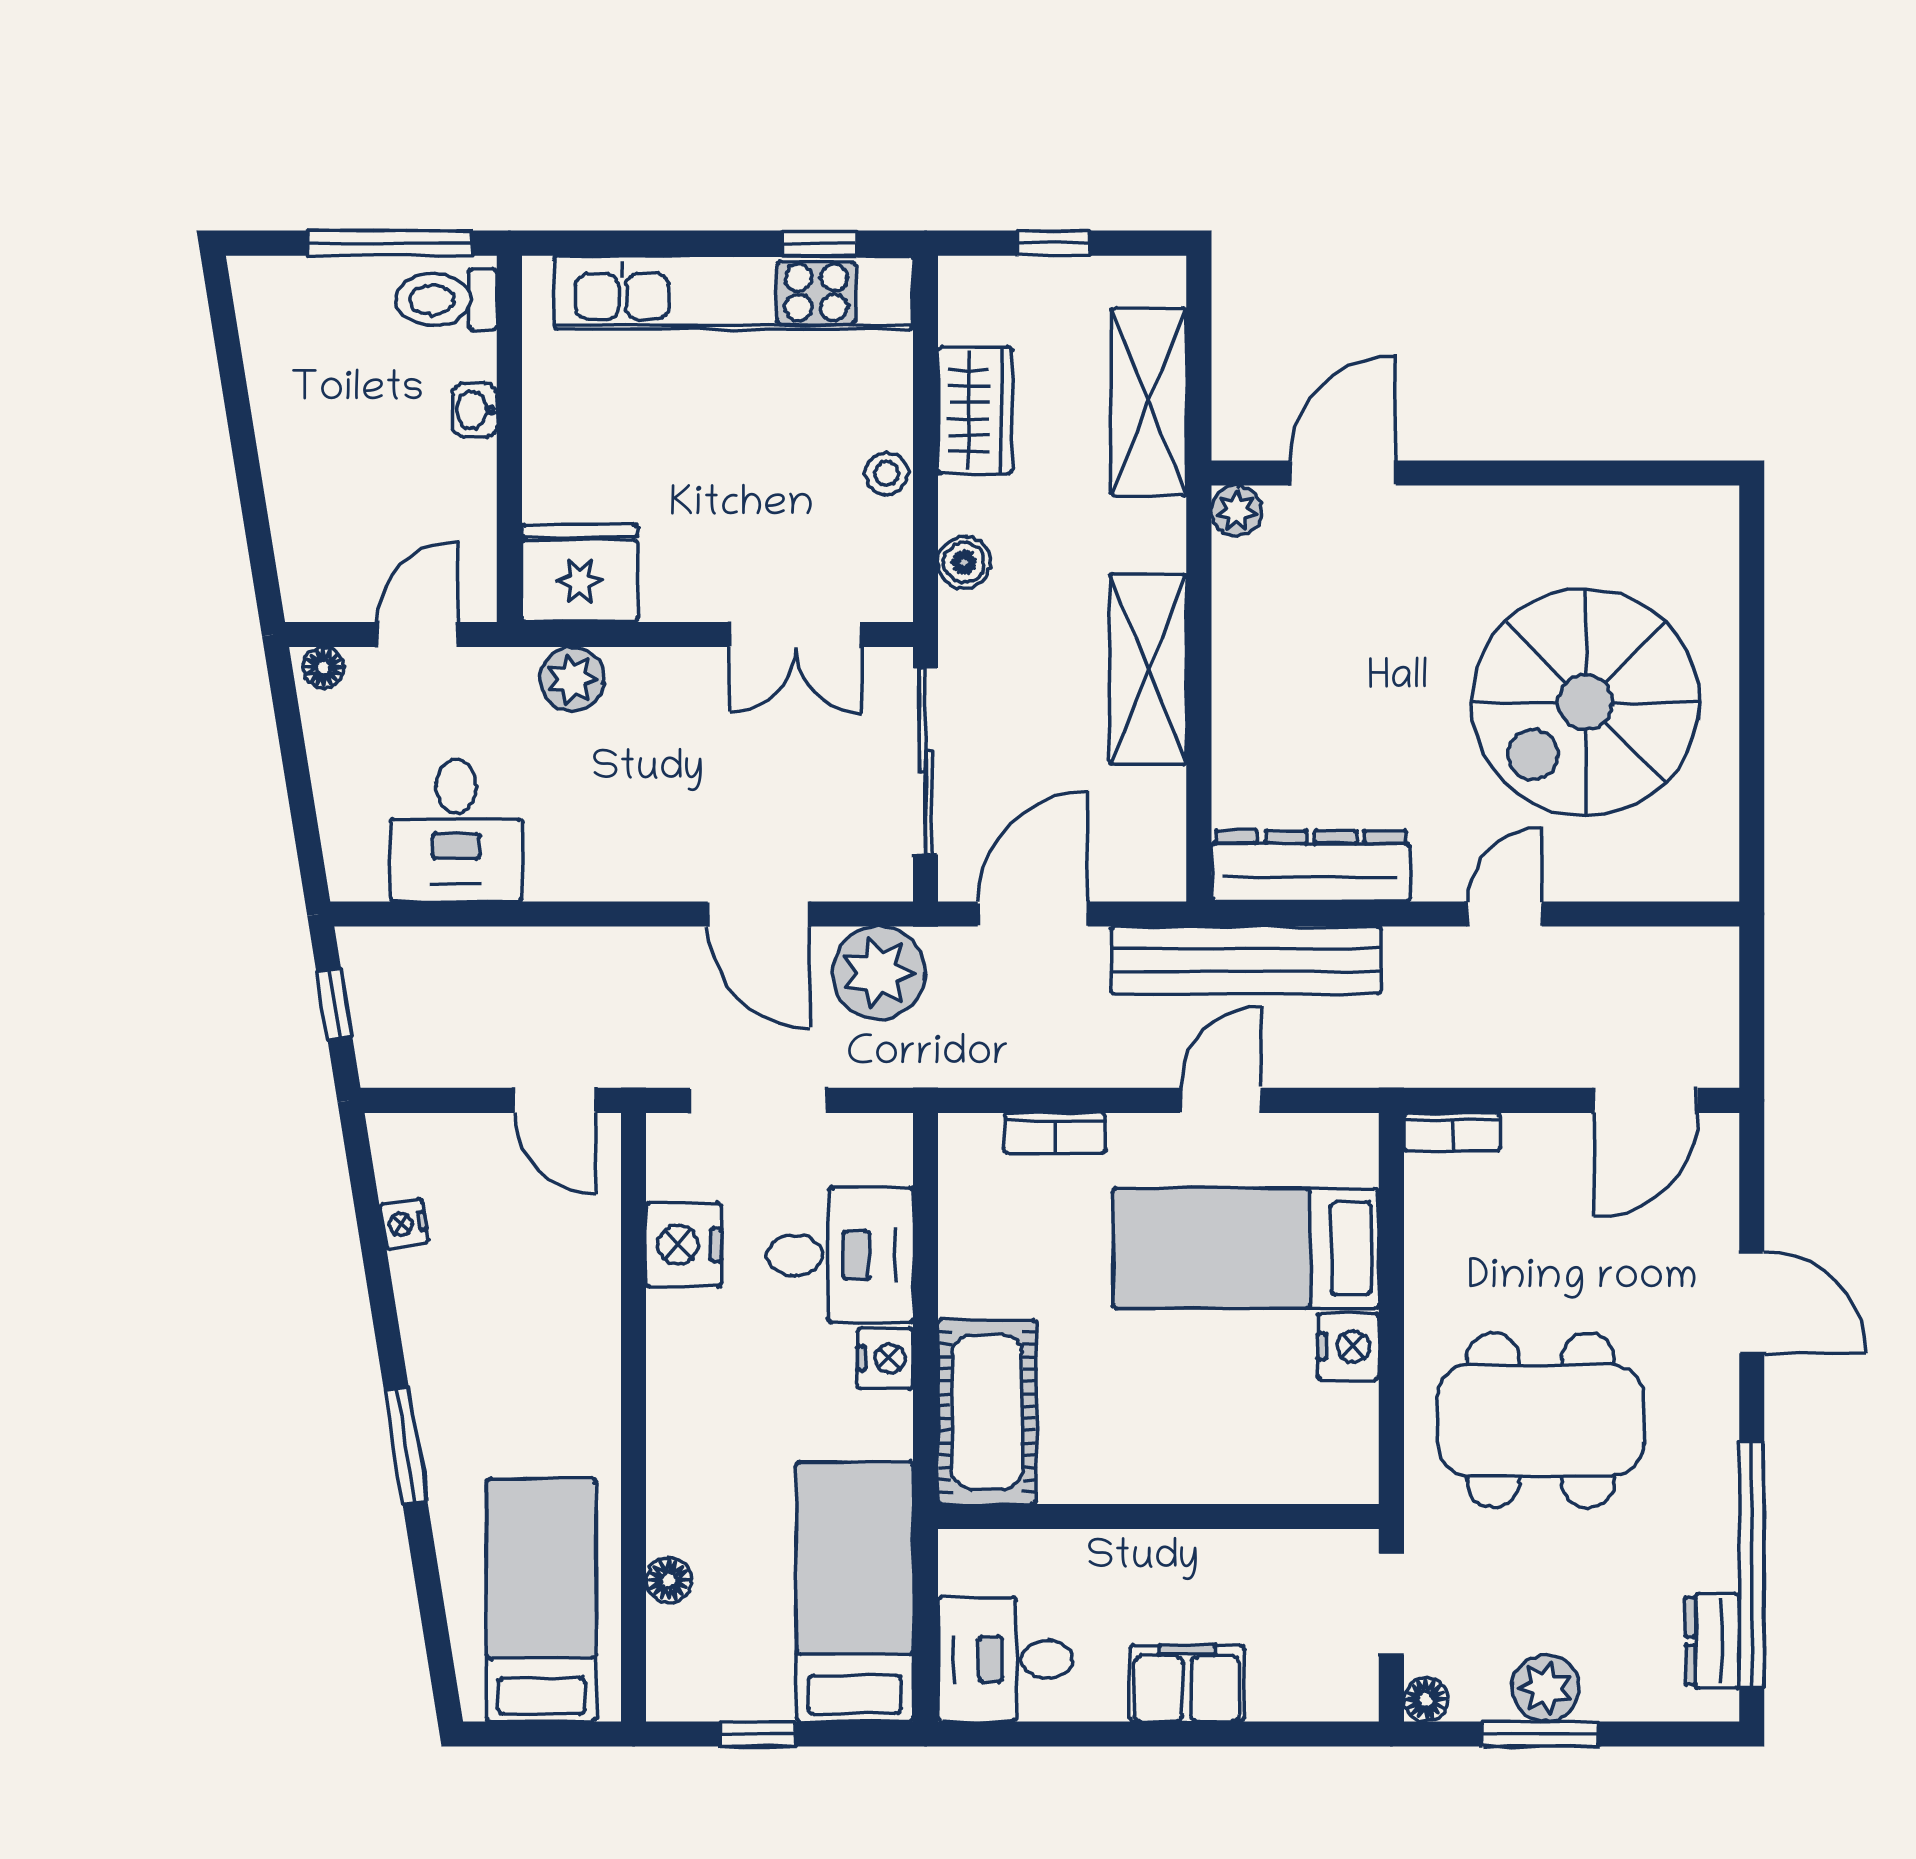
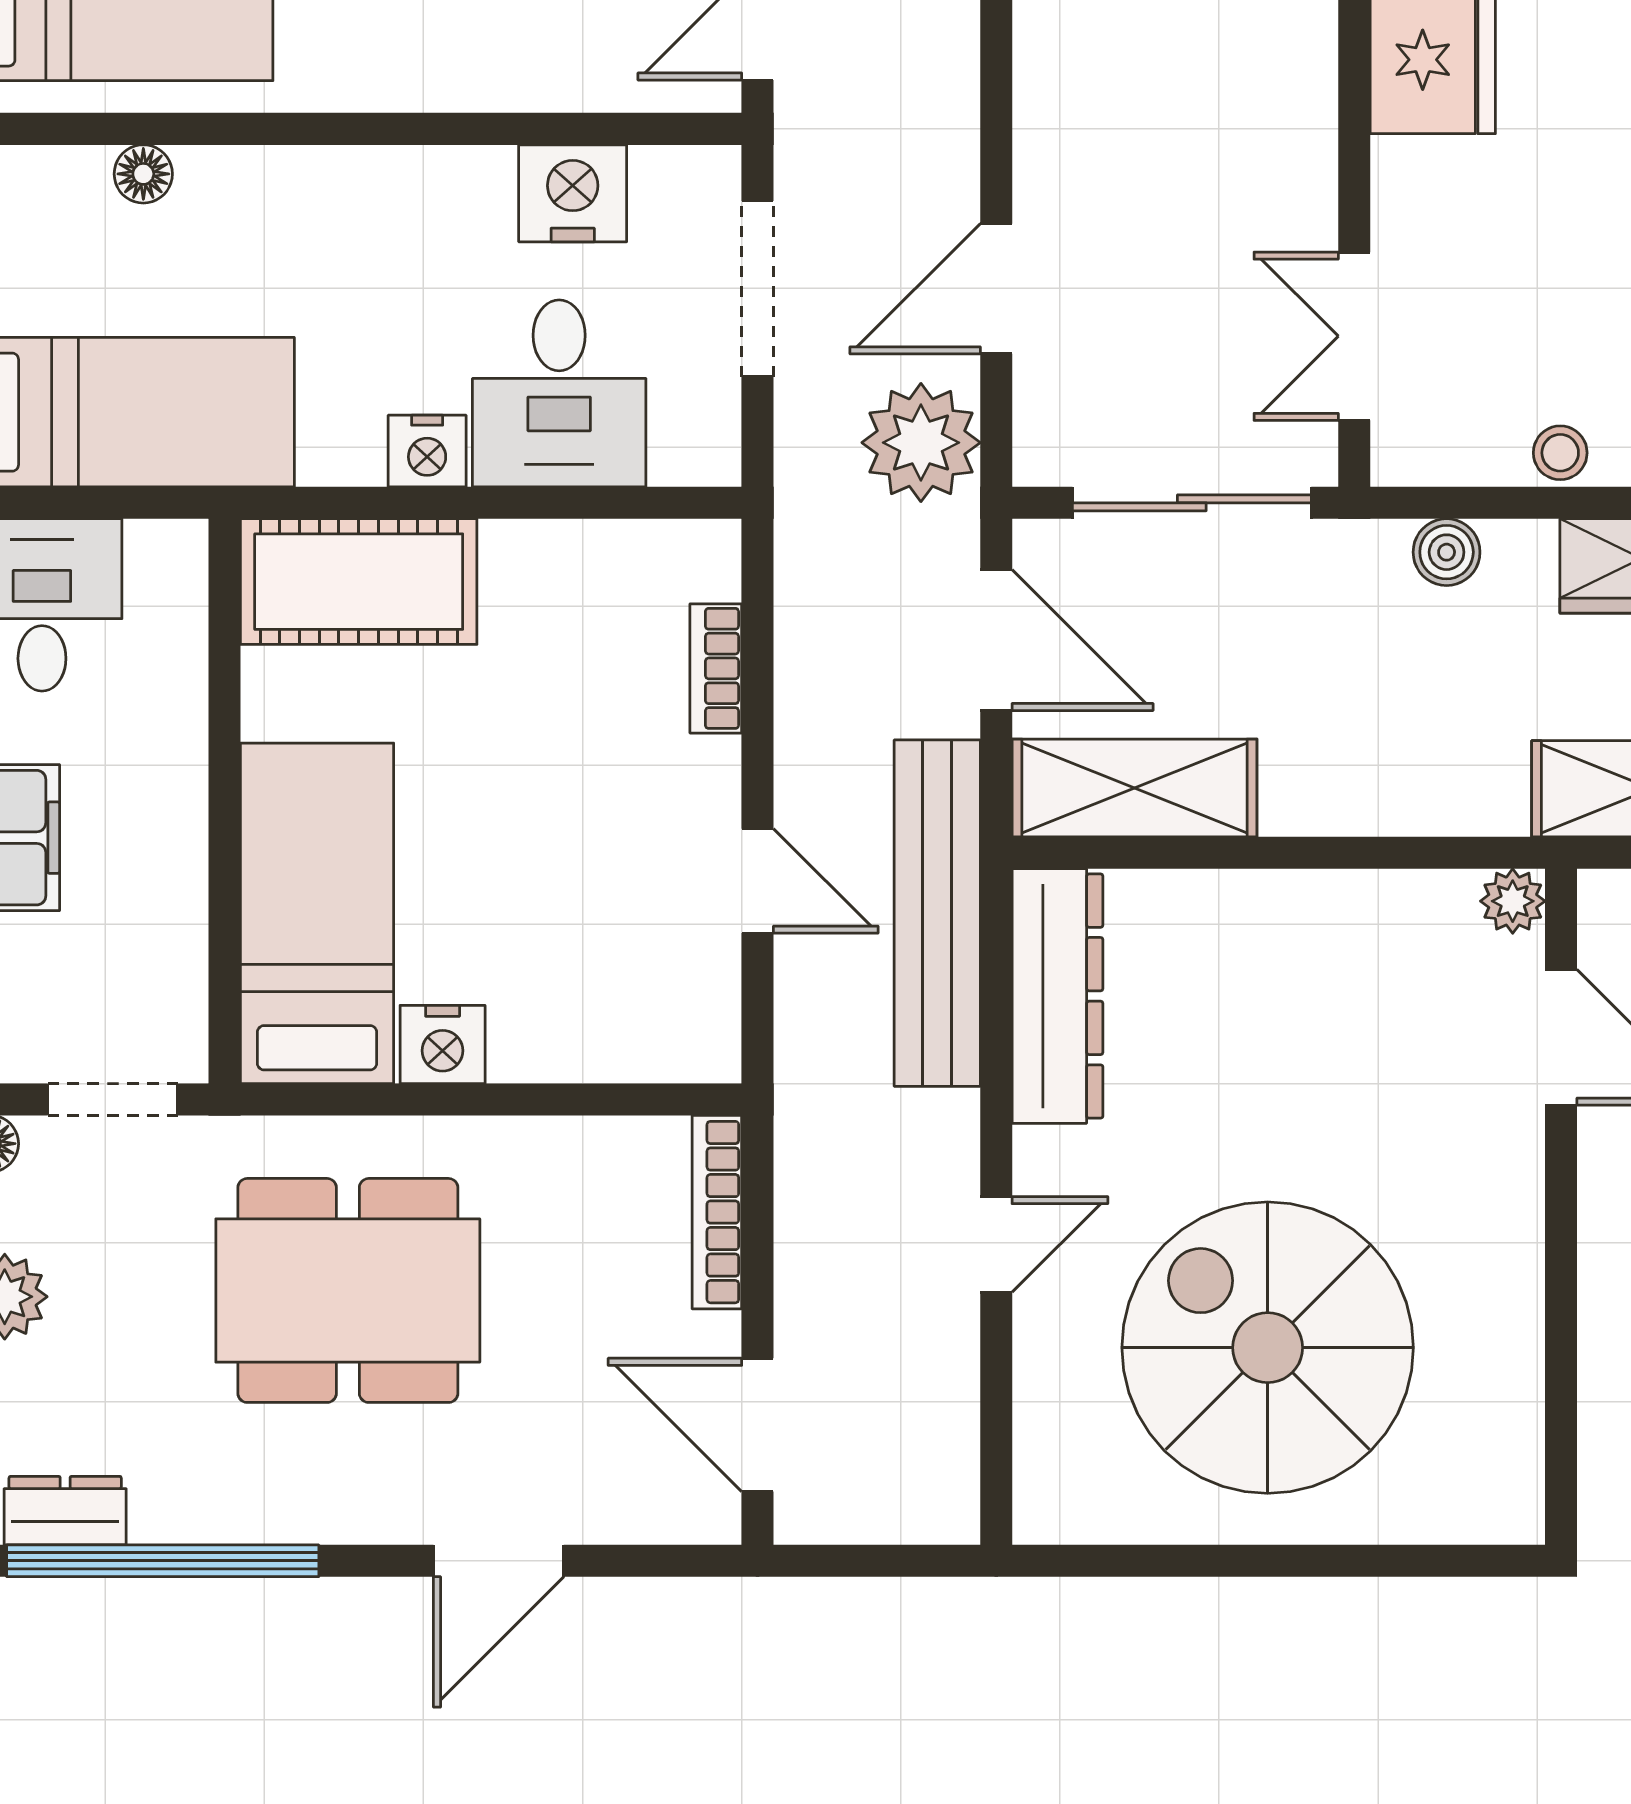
shelving: (1148, 669) -> (1134, 788), moved
plant: (572, 679) -> (1297, 50), removed
door: (1505, 914) -> (996, 1244), hinge flipped
bookcase: (1452, 1132) -> (717, 1212), width x1.56
bed: (1246, 1248) -> (317, 913), moved
dining table: (1541, 1420) -> (348, 1290), turned 90

